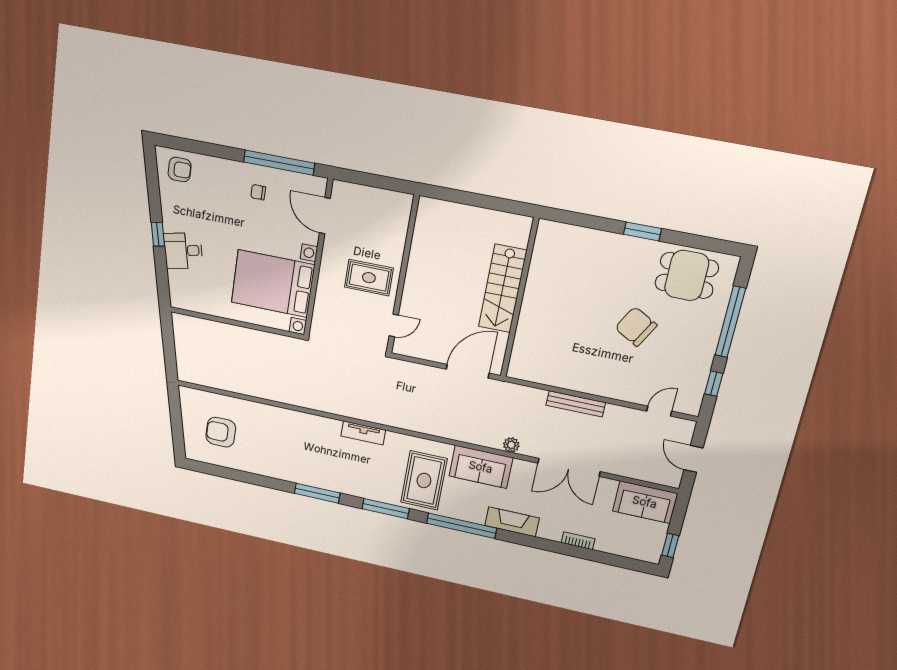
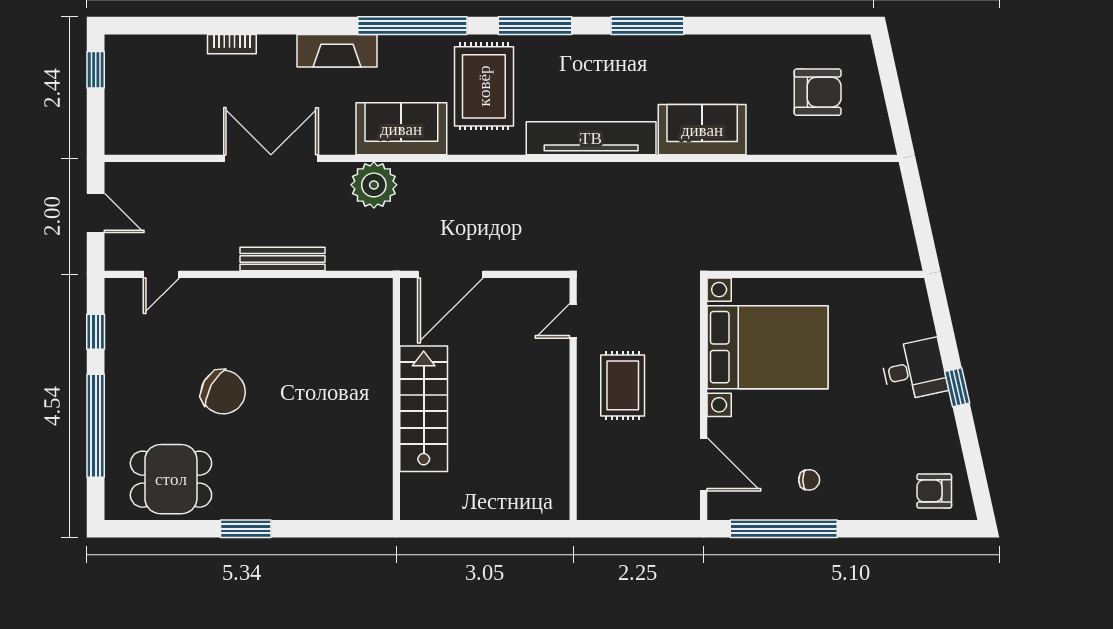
rug: (369, 278) -> (623, 385), turned 90
tv unit: (363, 433) -> (591, 138), width x1.92, depth x1.29
plant: (511, 445) -> (374, 185), width x1.88, depth x1.88
sofa: (645, 502) -> (702, 130), moved

